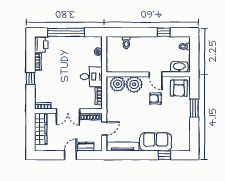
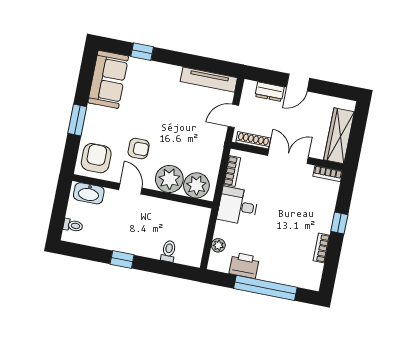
window: (164, 32) -> (122, 260), moved
printer: (41, 45) -> (244, 265), moved, turned 90
sofa: (156, 142) -> (108, 79), moved, turned -90

